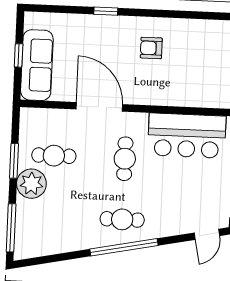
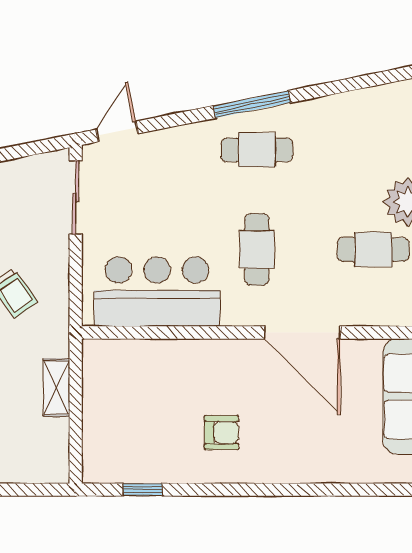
window: (106, 11) -> (143, 490), moved
window: (124, 247) -> (252, 104), width x0.68

